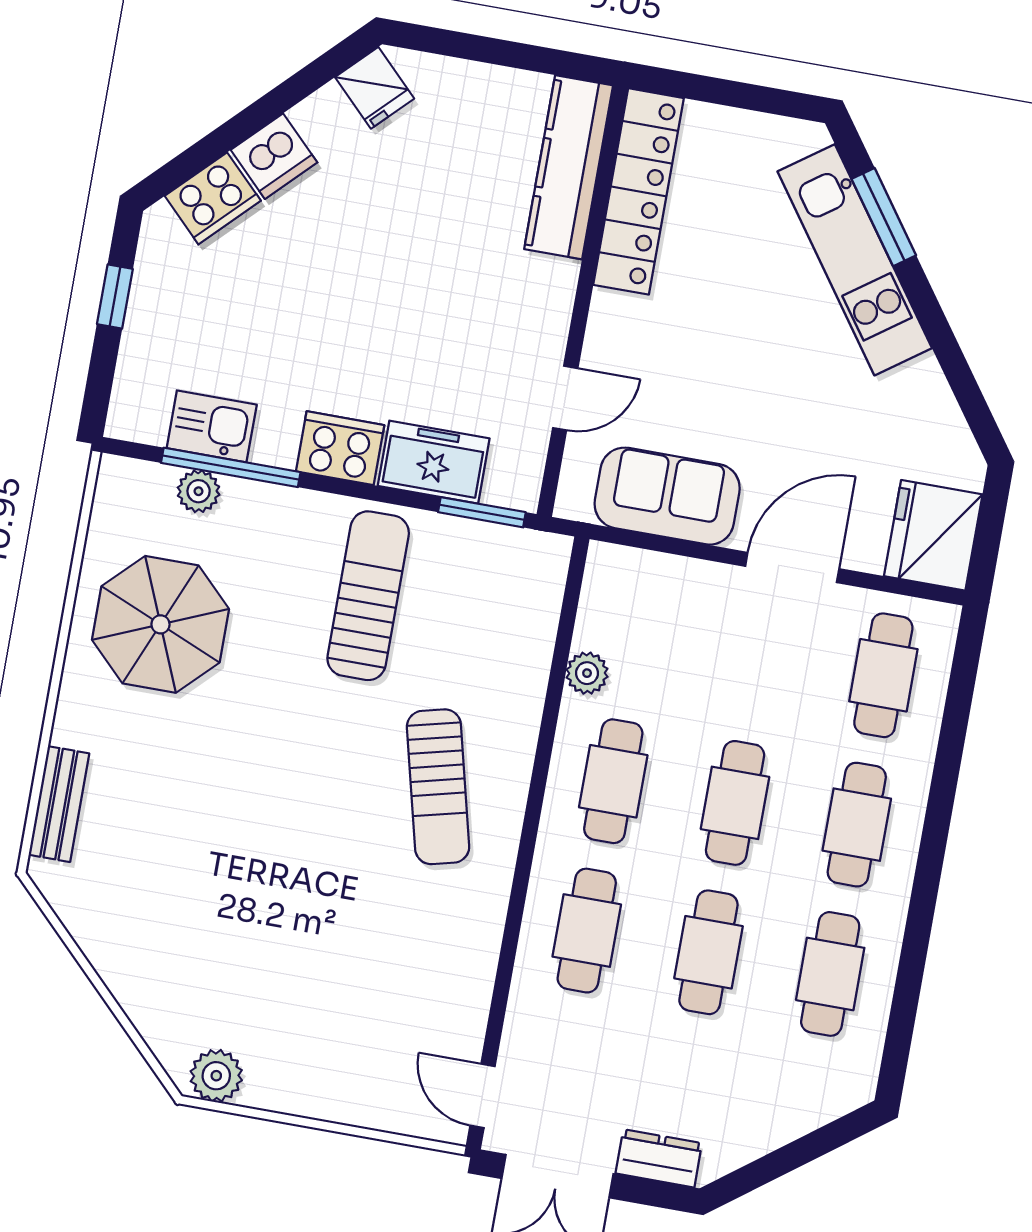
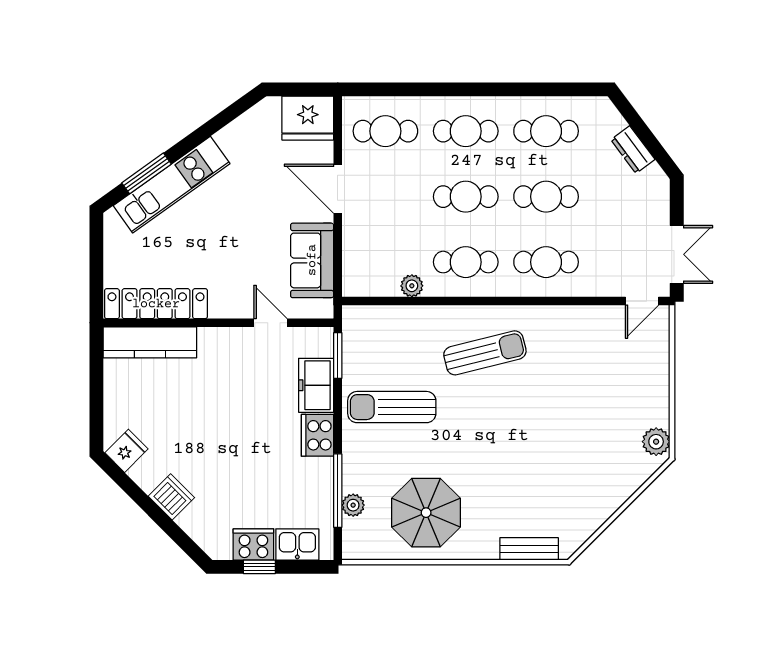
cooker: (213, 198) -> (253, 544), moved, turned -45
kitchen sink: (212, 426) -> (297, 544), moved, turned 90
dresser: (659, 1158) -> (633, 150), moved, turned -37

